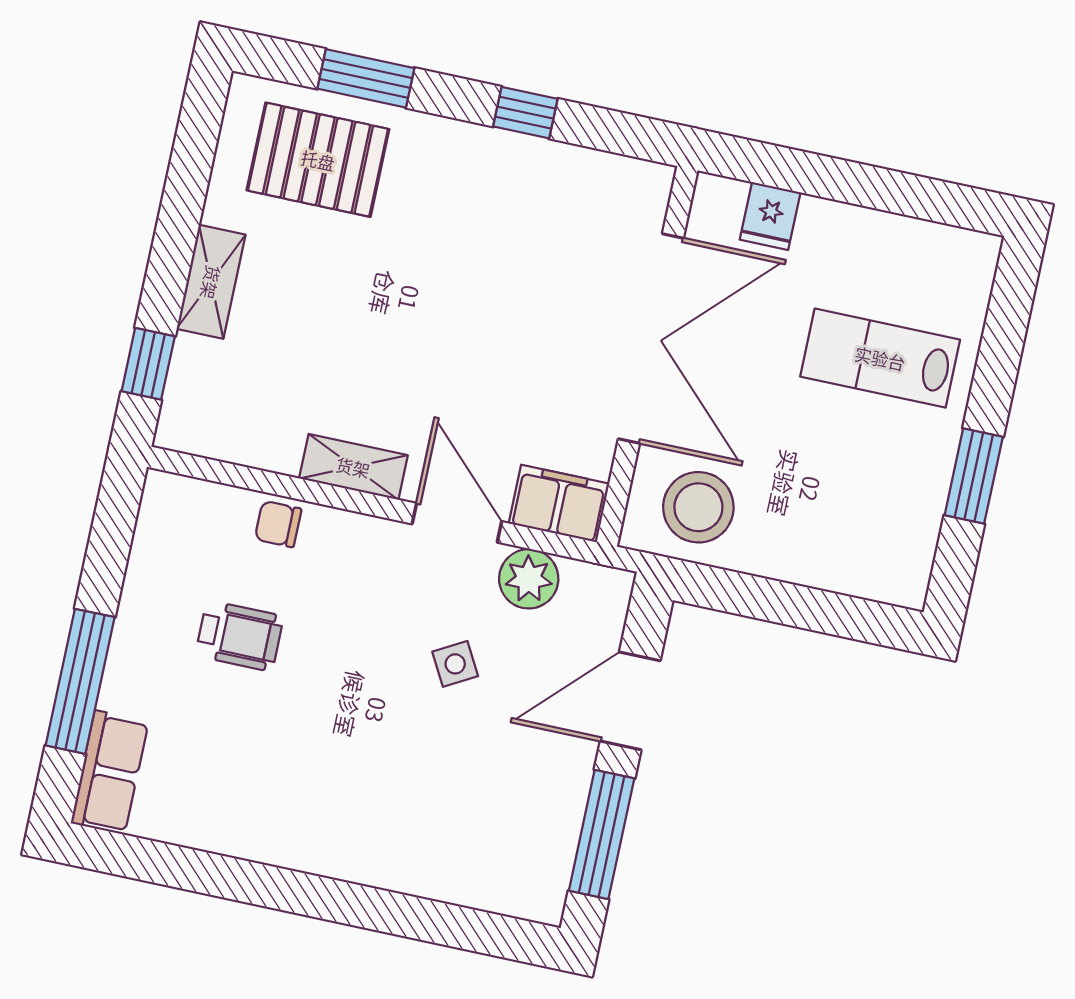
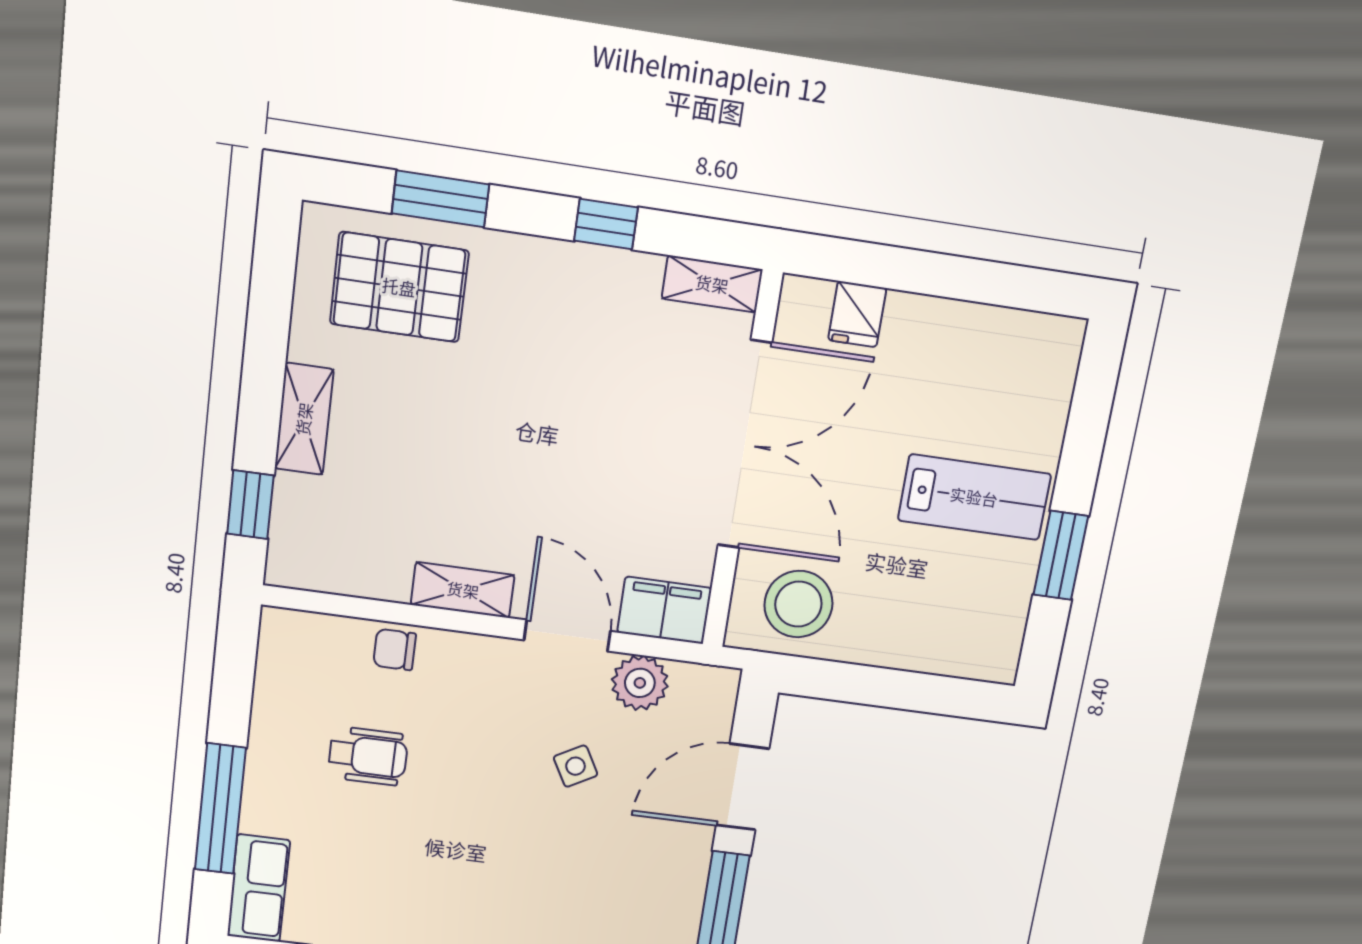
shelving: (626, 177) -> (712, 284), added
lab bench: (880, 358) -> (974, 497), moved, turned 180

